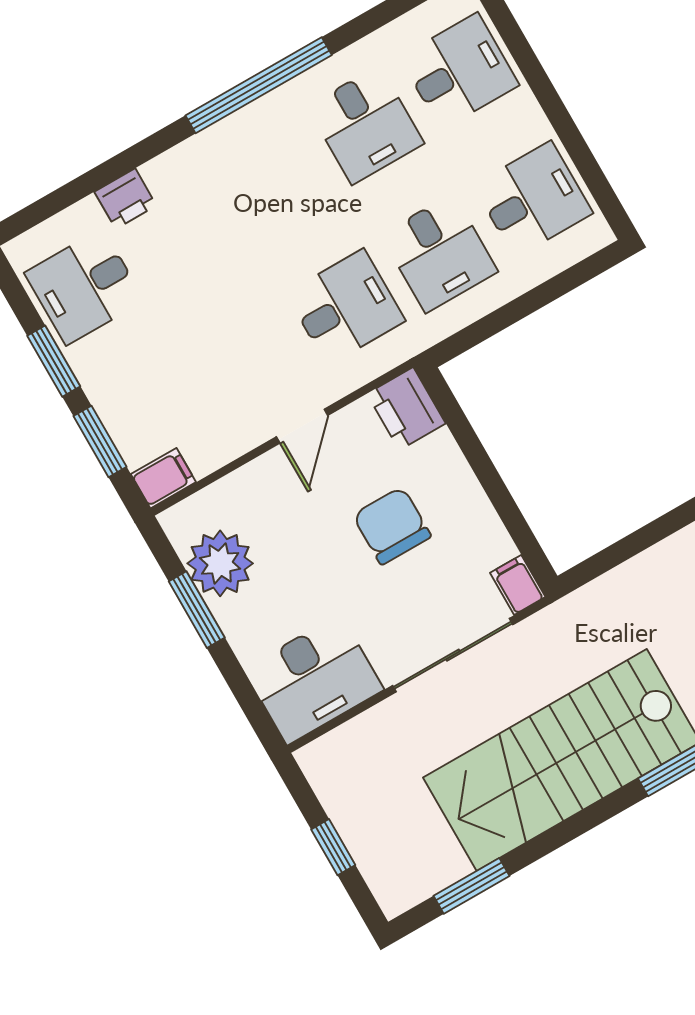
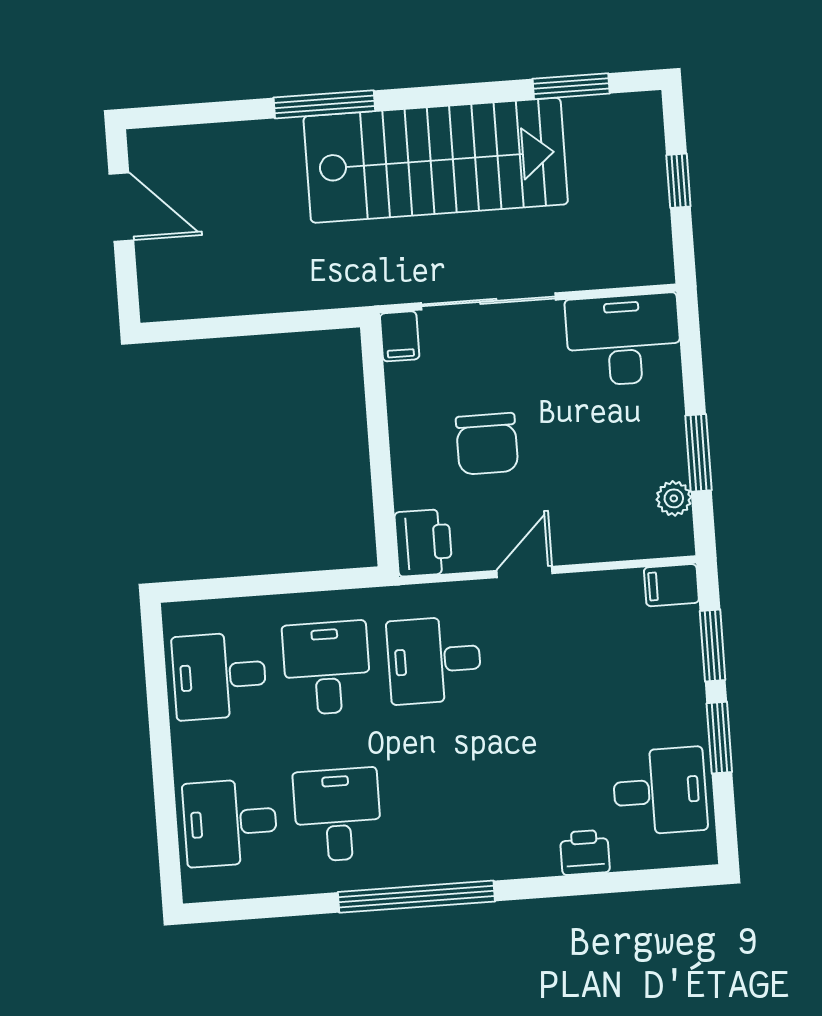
plant: (220, 563) -> (674, 498), width x0.53, depth x0.53

